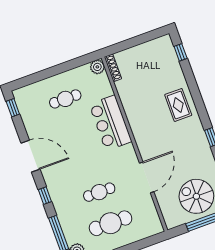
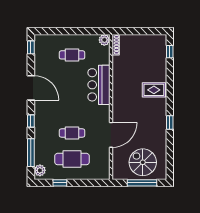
rug: (178, 105) -> (154, 90), turned 90

